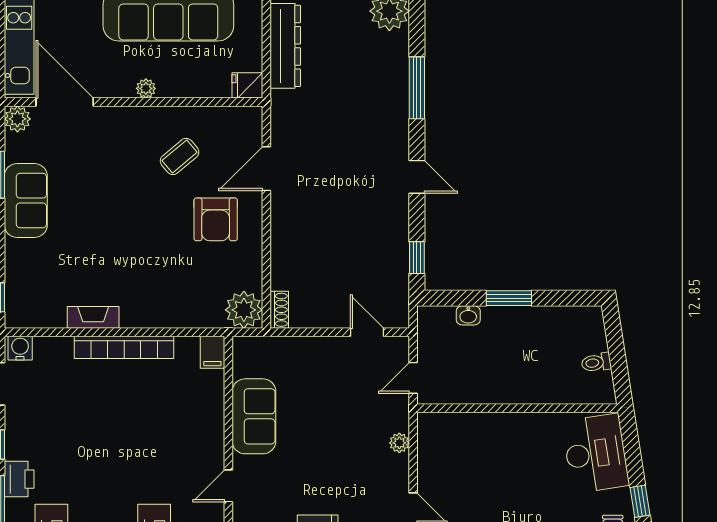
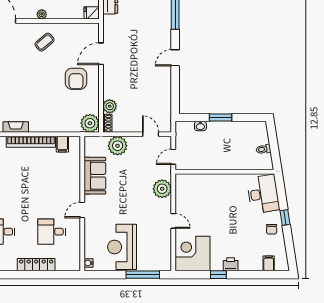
coffee table: (180, 156) -> (45, 42), moved
door: (417, 177) -> (175, 58), swing flipped
window: (417, 258) -> (175, 98), removed
plant: (284, 275) -> (110, 106), added
filing cabinet: (212, 352) -> (62, 144), moved
plant: (300, 355) -> (118, 146), added
plant: (399, 443) -> (162, 189), width x1.88, depth x1.88

